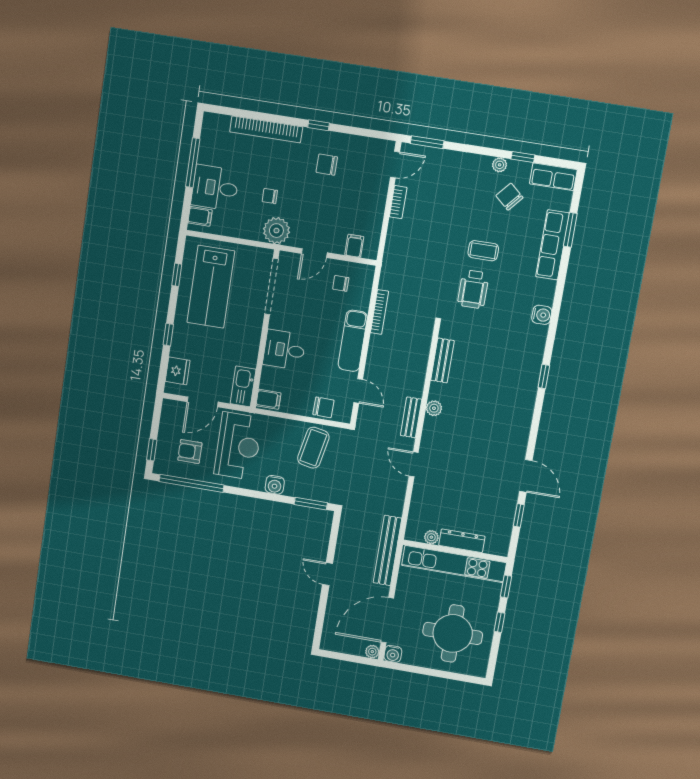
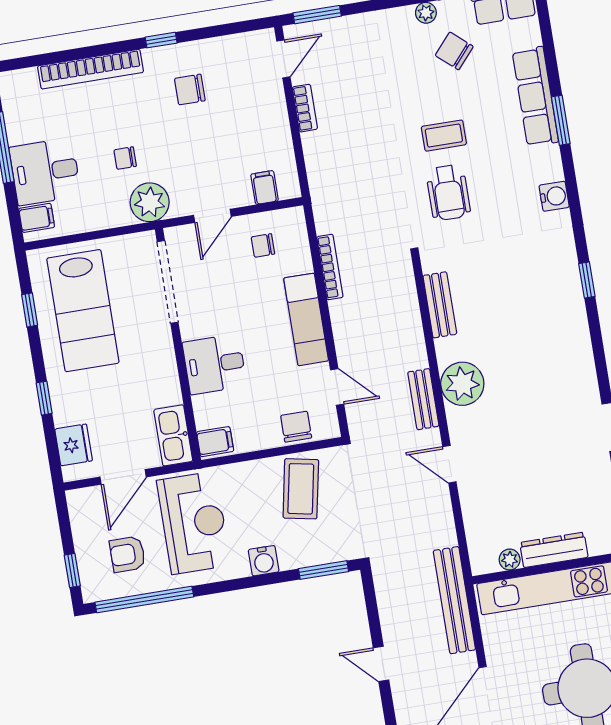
window: (570, 230) -> (561, 120), moved
chair: (323, 407) -> (296, 427), turned -91
plant: (434, 408) -> (462, 384), width x1.87, depth x1.87

